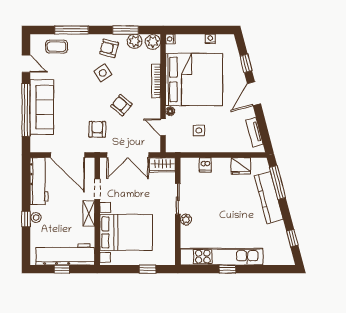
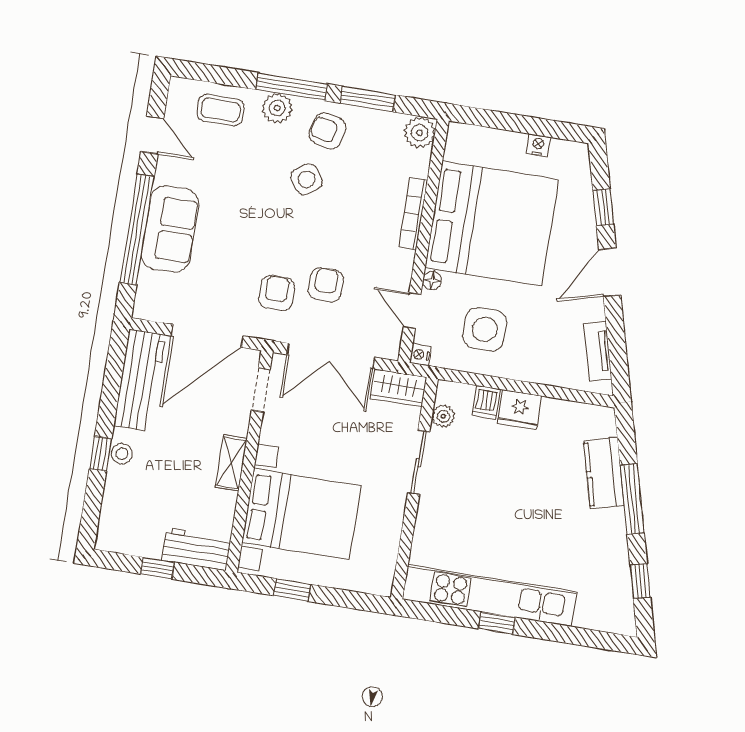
window: (72, 30) -> (292, 87), moved
nightstand: (170, 39) -> (420, 355), moved
plant: (135, 41) -> (277, 108), moved
armchair: (121, 105) -> (326, 285), moved, turned 50
sofa: (42, 107) -> (170, 229), width x0.73
side table: (199, 130) -> (485, 329), width x1.87, depth x1.87
door: (68, 155) -> (207, 336), hinge flipped
fridge: (241, 166) -> (520, 410), moved
window: (277, 182) -> (632, 499), moved
doorway: (97, 189) -> (261, 390), moved
kitchen counter: (269, 198) -> (604, 473), width x0.67
plant: (186, 220) -> (443, 416), moved
workbench: (65, 254) -> (197, 549), width x0.53, depth x0.76
window: (148, 269) -> (292, 590), moved

